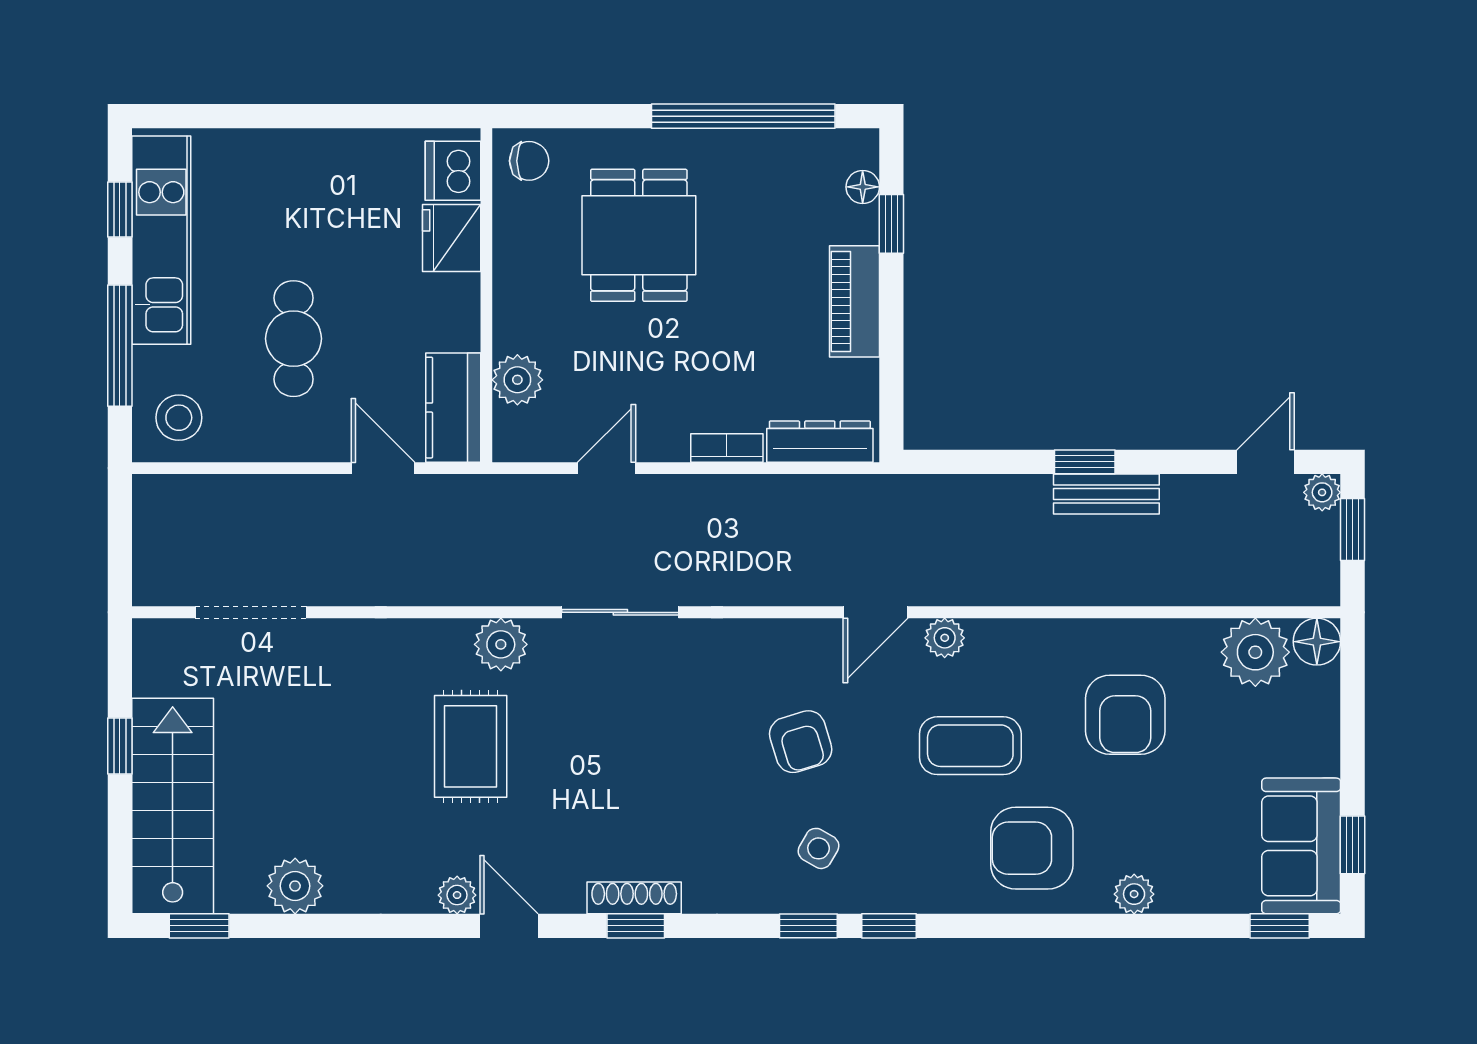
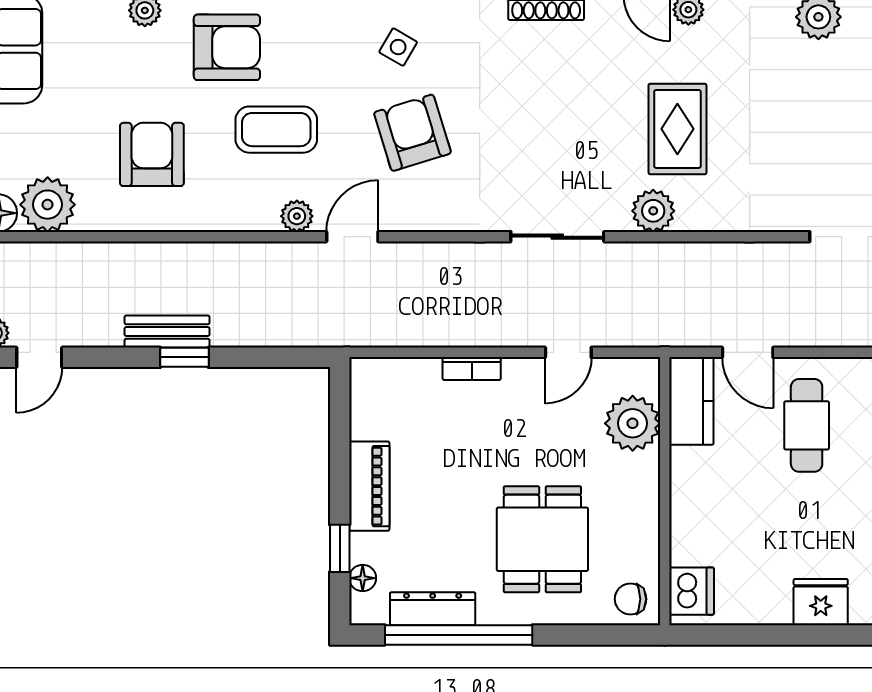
fridge: (452, 238) -> (821, 602), moved, turned -90
cafe table: (294, 339) -> (807, 425), moved
plant: (517, 380) -> (633, 423), width x1.36, depth x1.36
dresser: (820, 442) -> (433, 609), moved, turned 180
armchair: (801, 742) -> (412, 133), width x1.38, depth x1.38

